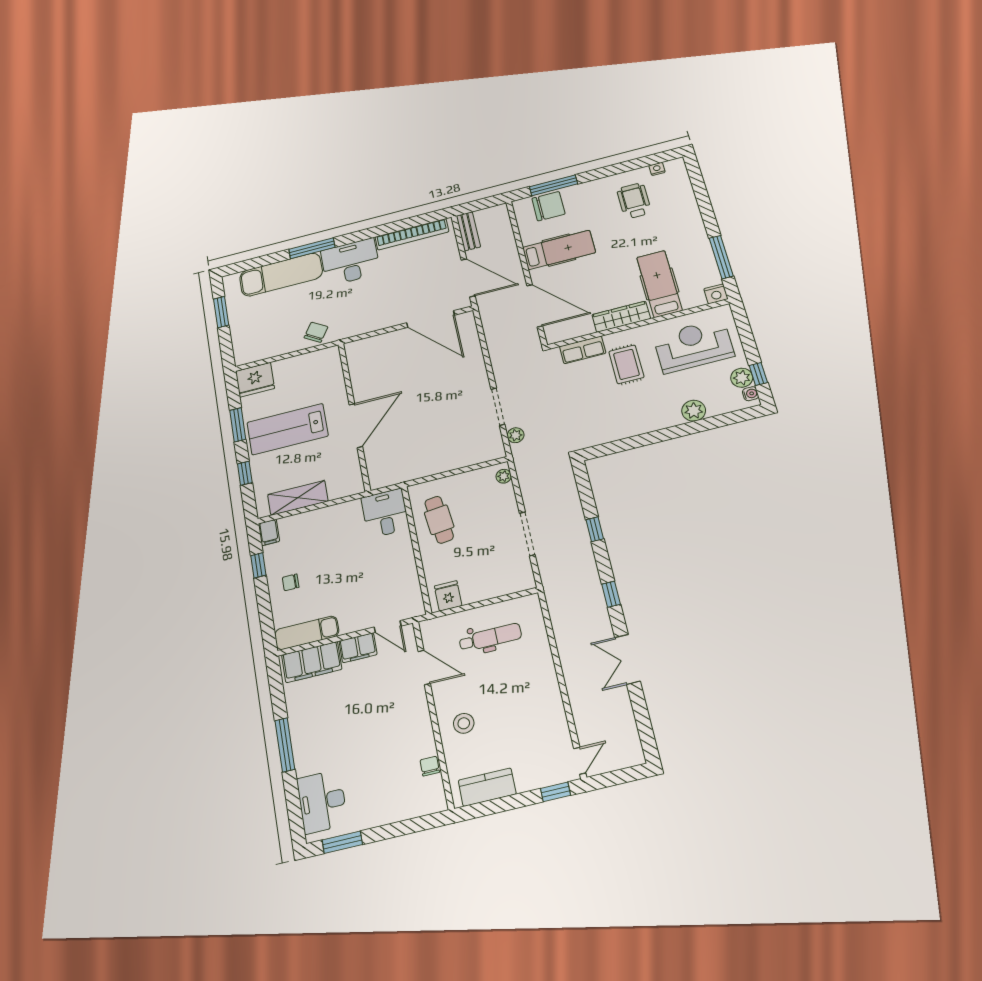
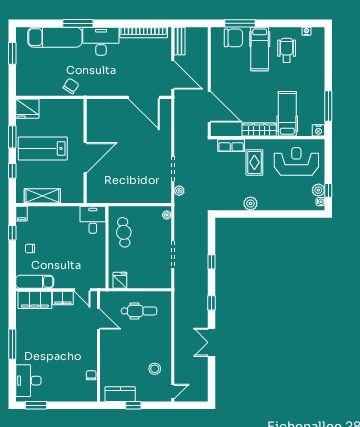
hospital bed: (559, 250) -> (260, 49), moved, turned 90
plant: (694, 411) -> (250, 203), moved
stool: (464, 723) -> (155, 369), moved
window: (556, 792) -> (133, 405), moved

